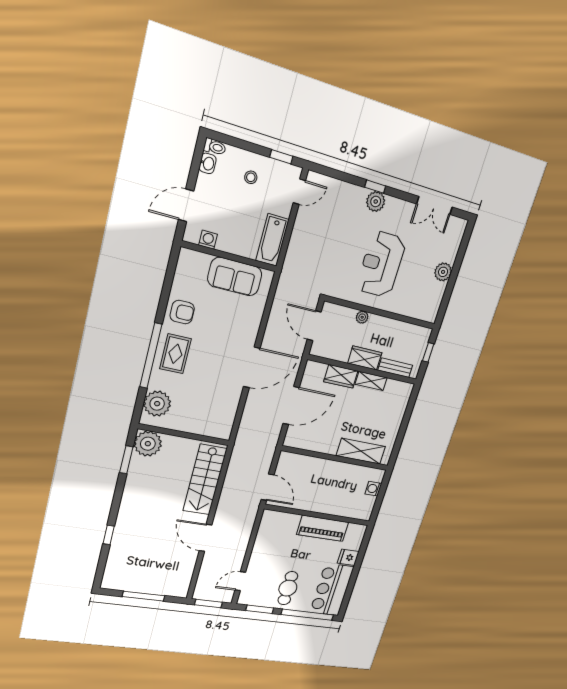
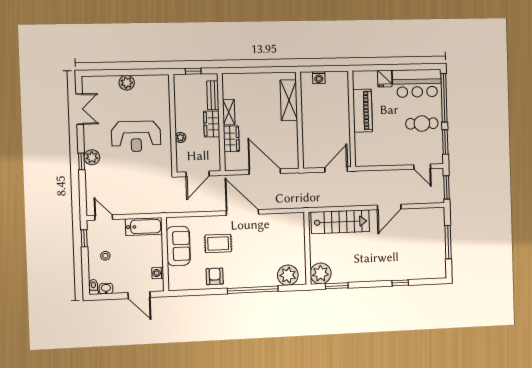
rug: (175, 354) -> (218, 243), moved

